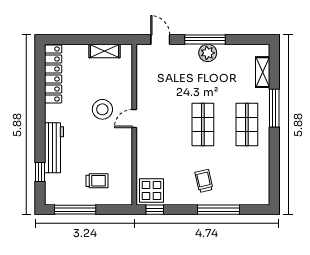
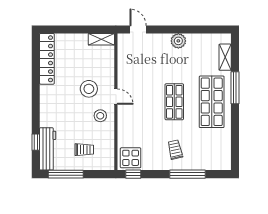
window: (205, 39) -> (176, 29), removed
shelving: (104, 51) -> (101, 39), moved
door: (134, 119) -> (116, 97), swing flipped
shop shelf: (247, 125) -> (212, 102), width x1.43, depth x1.36
stool: (116, 141) -> (100, 116), added
workbench: (54, 148) -> (48, 149), moved

